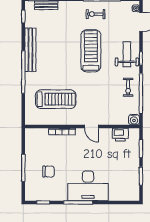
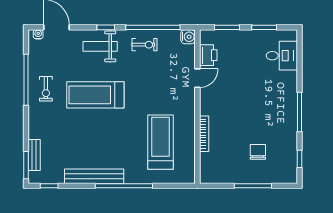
door: (91, 127) -> (197, 78), moved
desk: (88, 186) -> (282, 56), moved, width x0.53, depth x0.77

